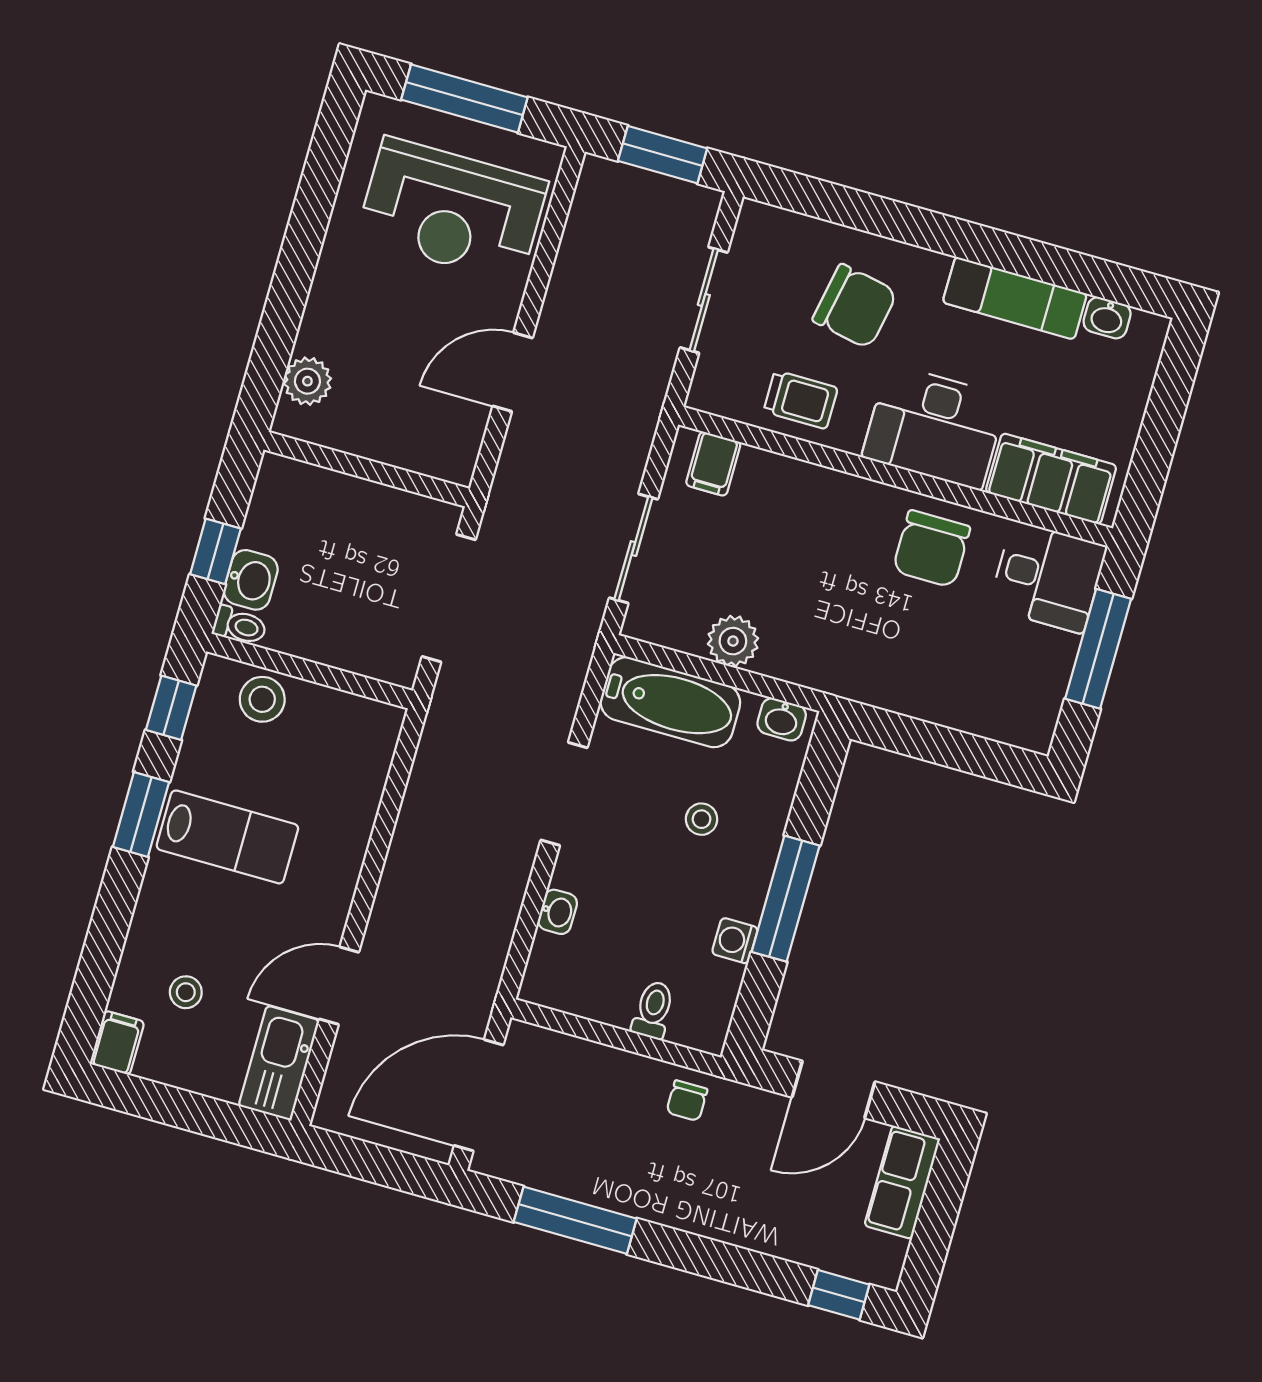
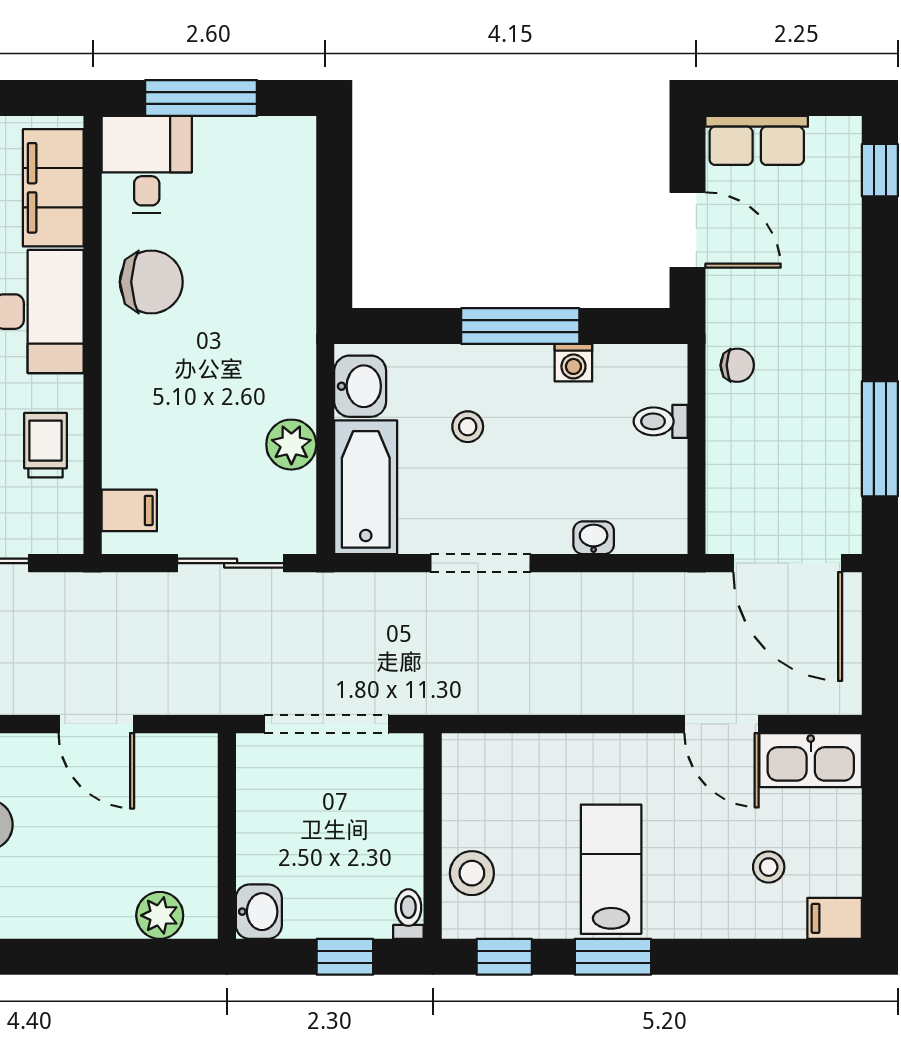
washbasin: (251, 580) -> (259, 912), moved, turned 90
washbasin: (782, 719) -> (360, 386), width x1.38, depth x1.45

